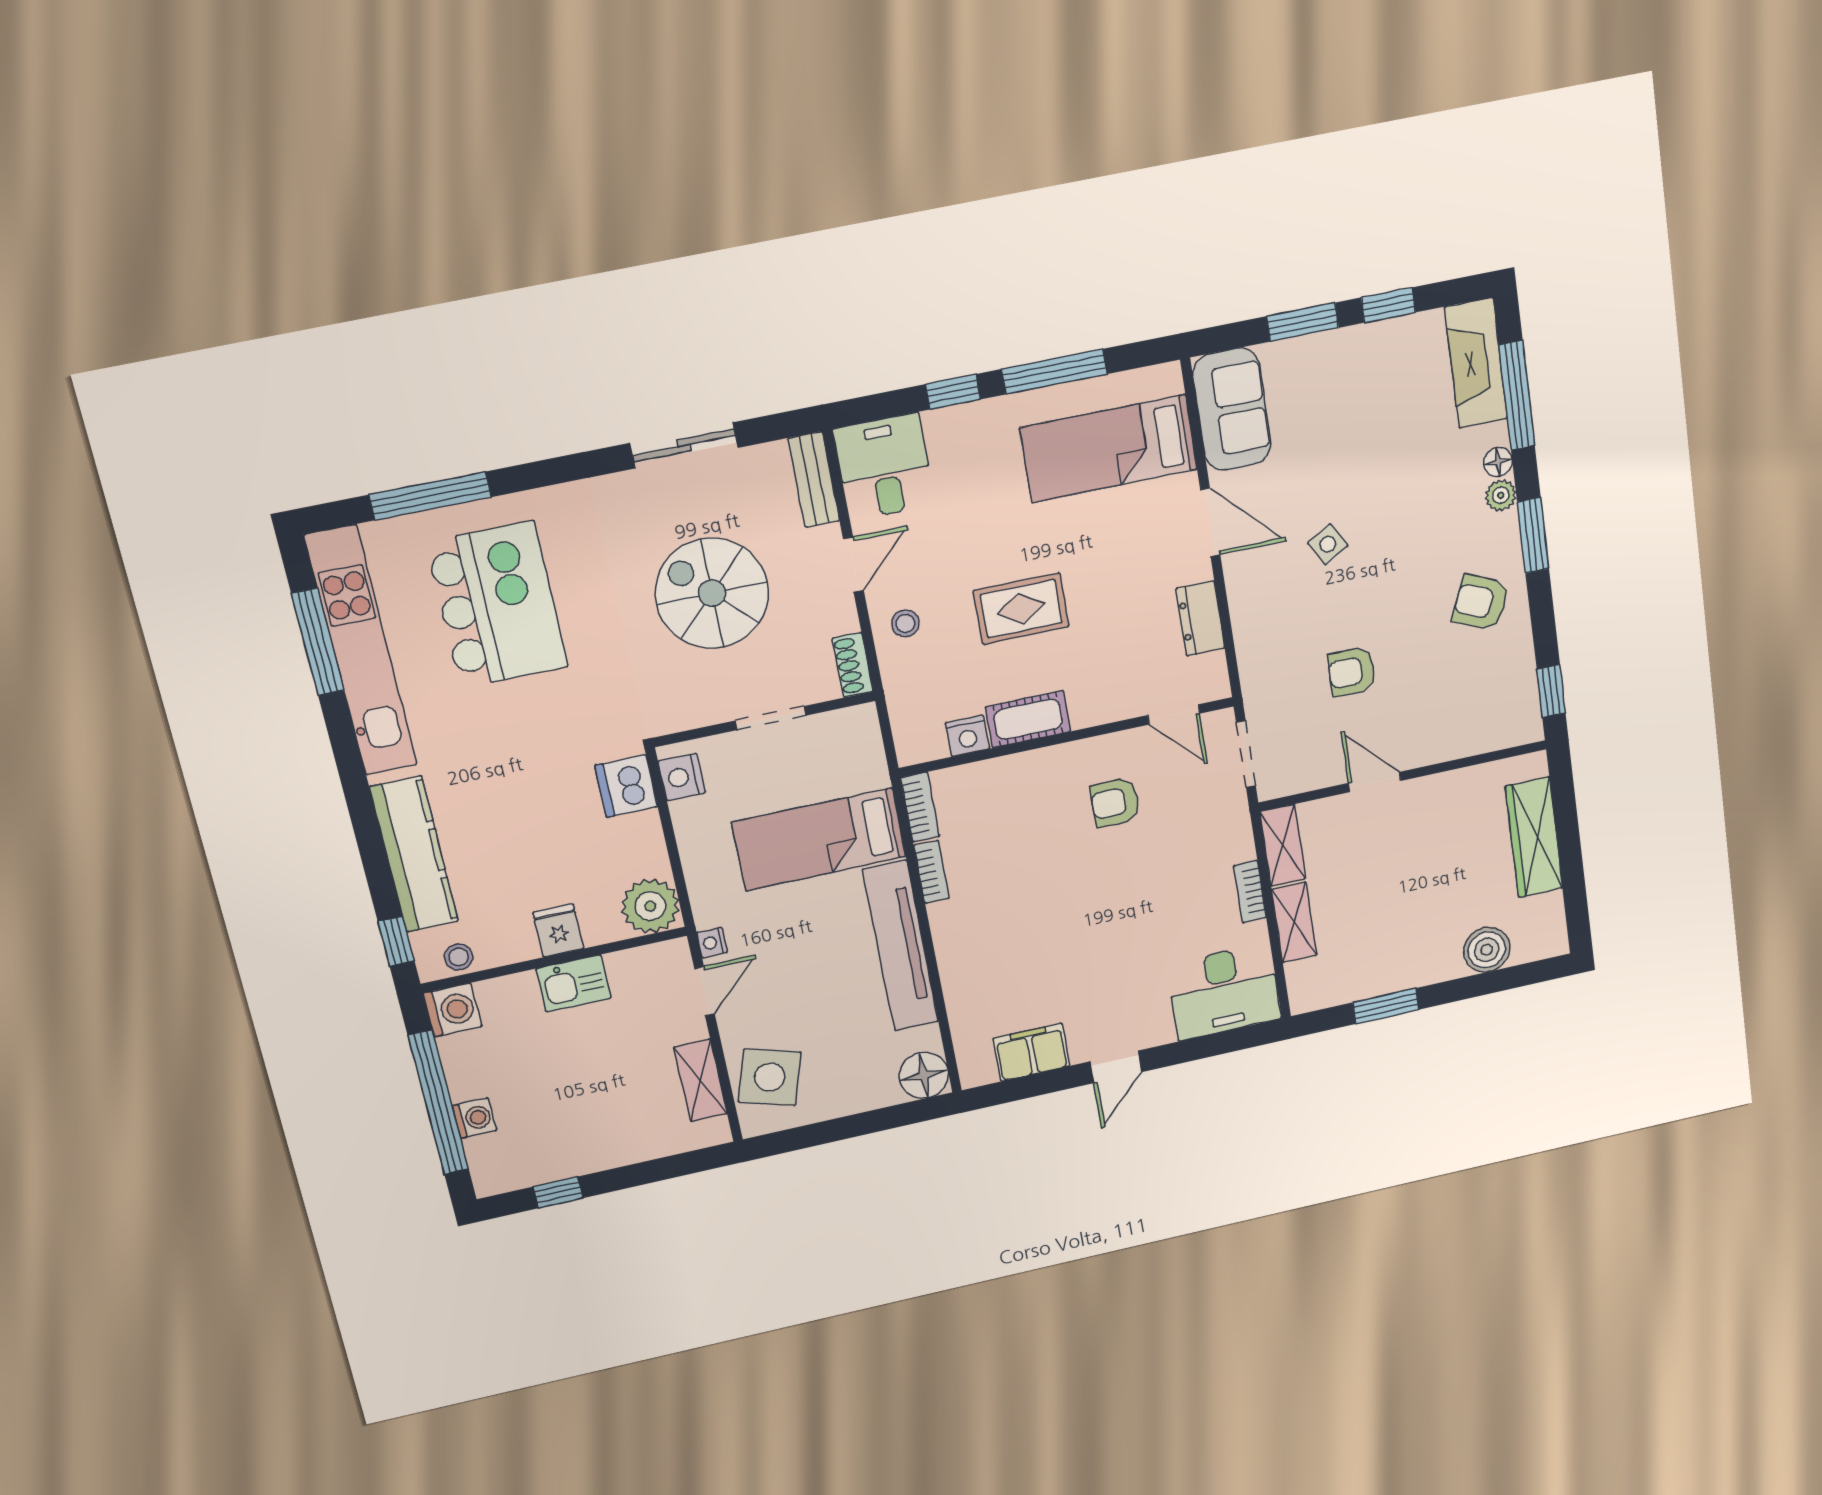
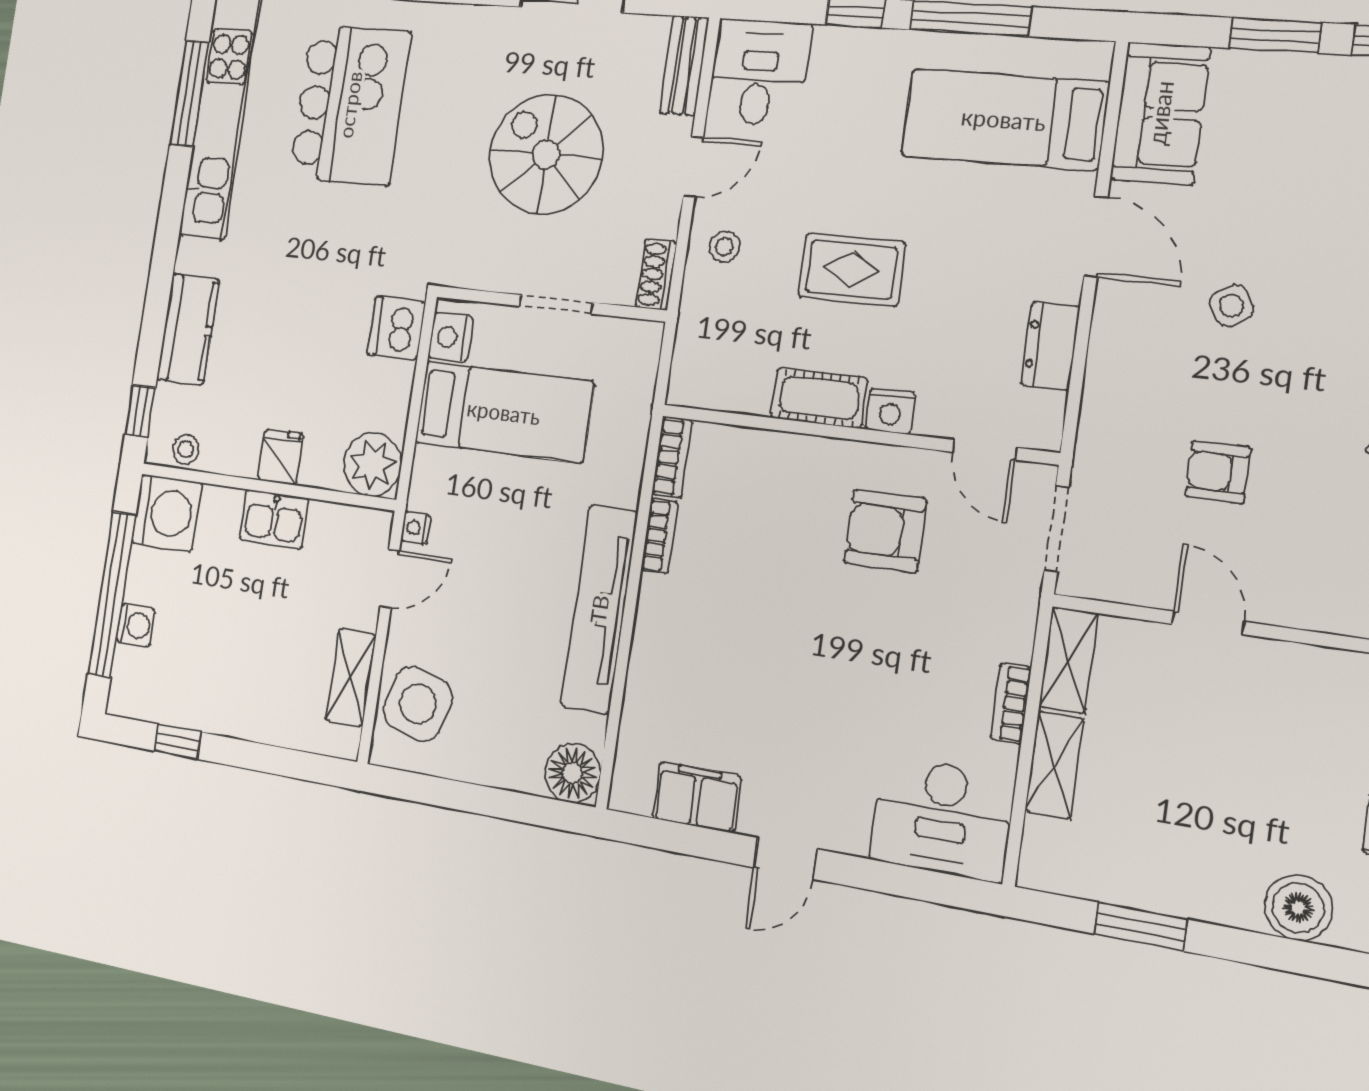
nightstand: (967, 736) -> (890, 411), moved
armchair: (1115, 802) -> (885, 531), width x1.38, depth x1.38
bed: (819, 839) -> (504, 412), moved, turned 180
kitchen counter: (414, 854) -> (188, 329), width x0.67
washing machine: (452, 1010) -> (167, 513), width x1.37, depth x1.37

